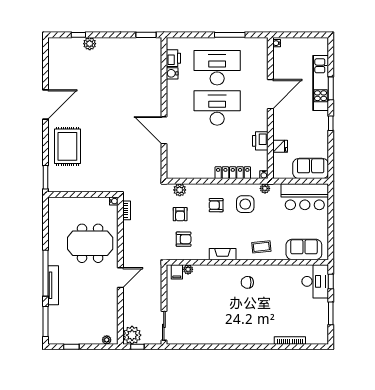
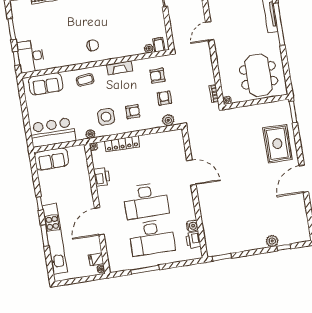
kitchen unit: (321, 83) -> (55, 239), width x1.36
fridge: (280, 146) -> (96, 259), moved
meeting table: (90, 243) -> (259, 75), moved, turned 90

